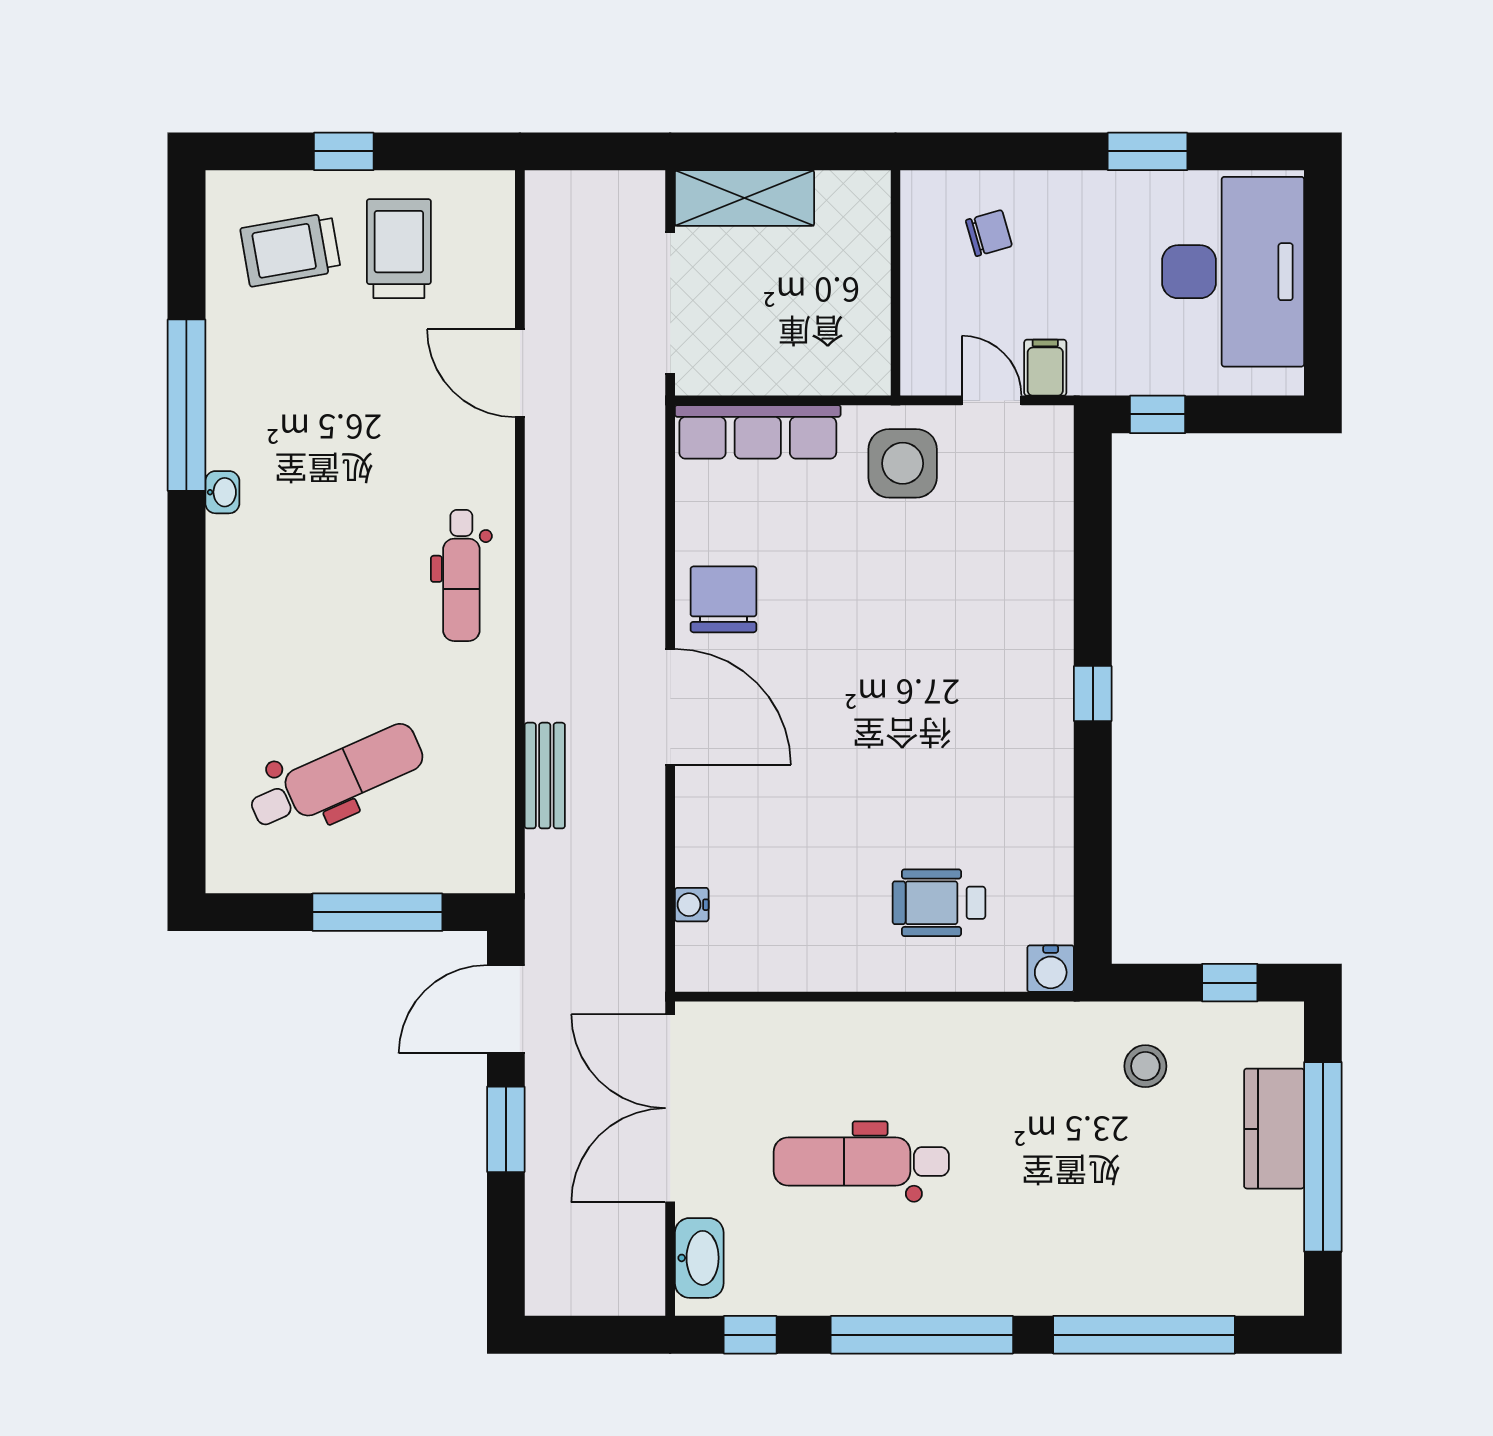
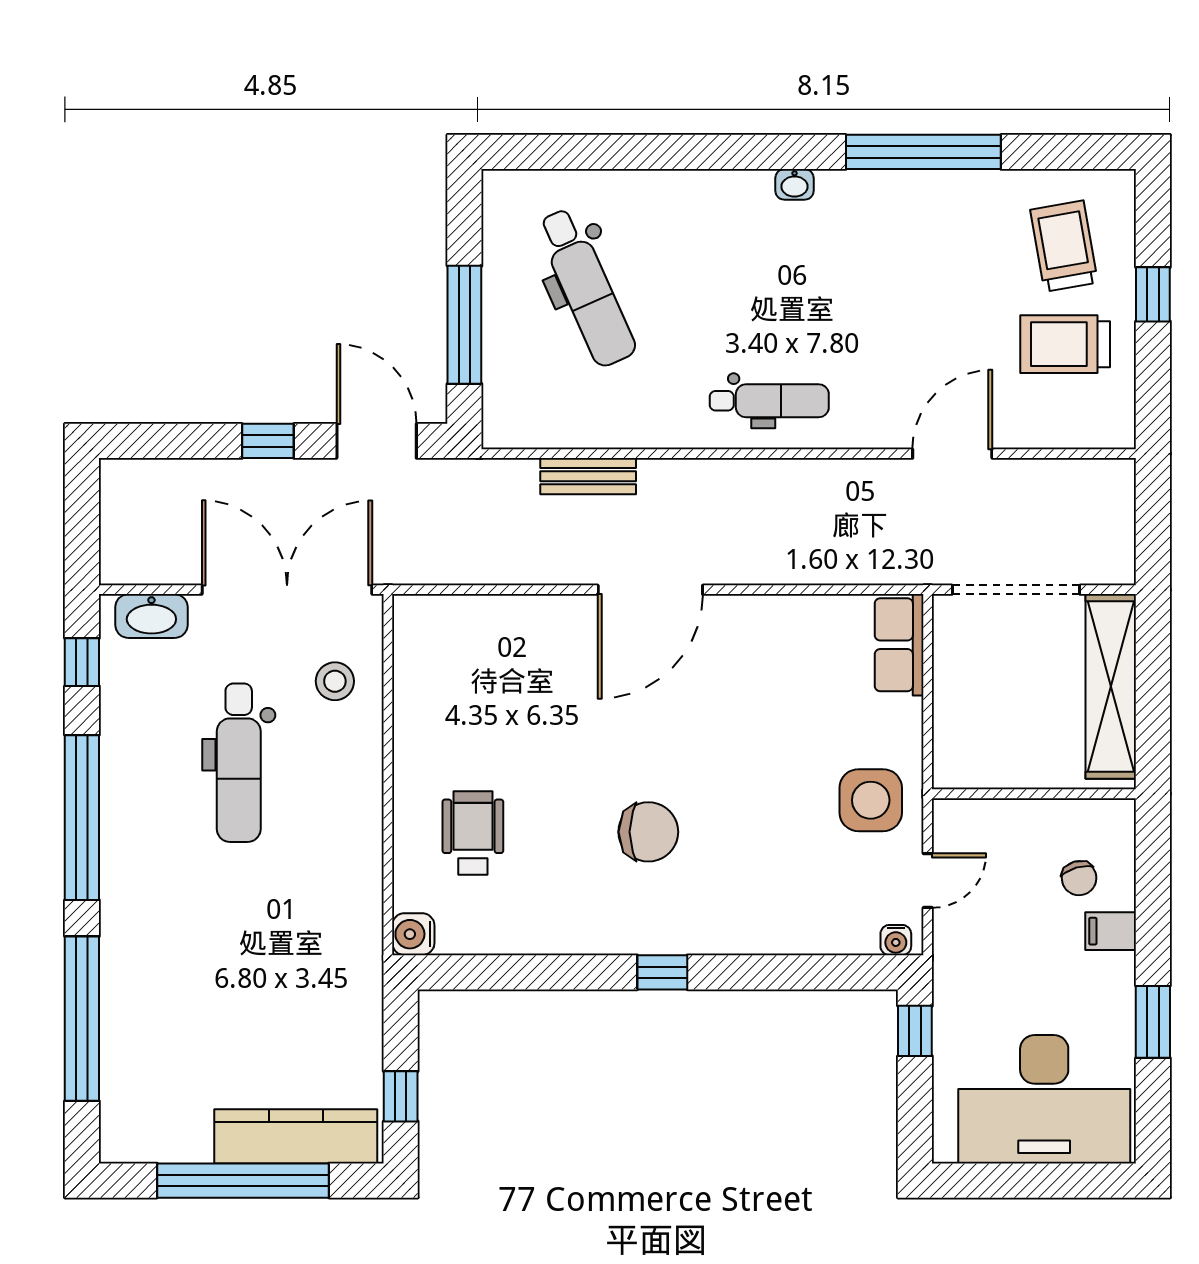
shelving: (744, 198) -> (1111, 686), width x1.47
trolley: (399, 249) -> (1065, 344), turned 180
filing cabinet: (1045, 368) -> (1111, 931), moved, turned 180
row of seats: (758, 432) -> (899, 645), width x0.68
washbasin: (222, 492) -> (795, 184), moved
dental chair: (461, 575) -> (769, 401), turned 180
chair: (723, 599) -> (648, 832), moved
water cooler: (692, 905) -> (896, 940), moved, turned 180
stool: (1145, 1066) -> (335, 681), moved
window: (506, 1129) -> (268, 441), width x0.67
kitchen counter: (1274, 1129) -> (296, 1136), width x1.50
dental chair: (861, 1162) -> (239, 763), turned 180

